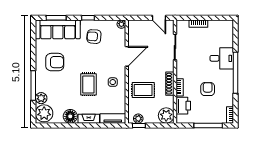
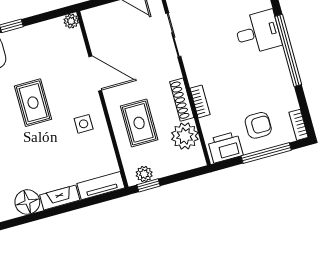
armchair: (94, 37) -> (30, 55), removed
door: (127, 56) -> (95, 74), hinge flipped
rug: (88, 84) -> (33, 103), moved
armchair: (208, 89) -> (258, 125), moved, turned 90
rug: (143, 90) -> (139, 123), turned 90
printer: (183, 106) -> (225, 147), moved, turned -90
plant: (166, 116) -> (185, 136), moved

